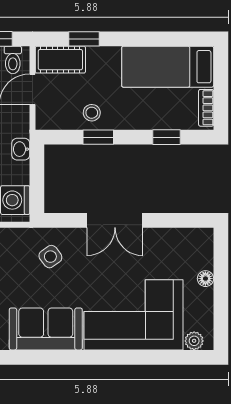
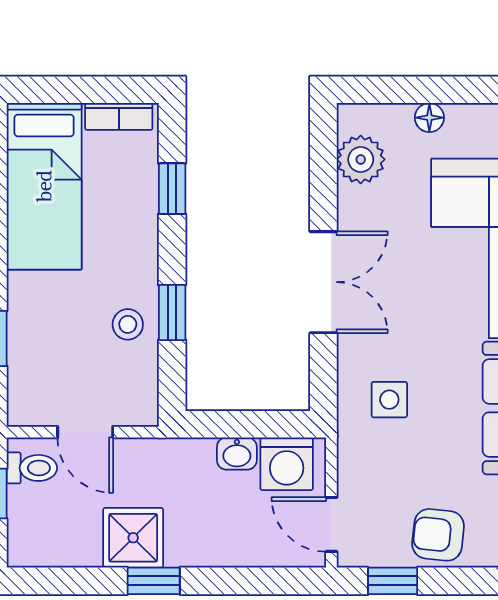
cot: (60, 60) -> (31, 381), removed
washbasin: (21, 149) -> (237, 454), moved
plant: (182, 241) -> (361, 159), added
side table: (50, 257) -> (389, 400), turned 36

